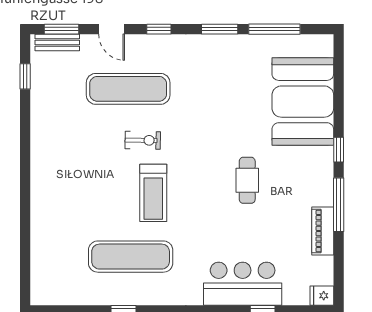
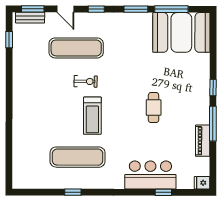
booth: (303, 102) -> (181, 32), moved, turned 90

